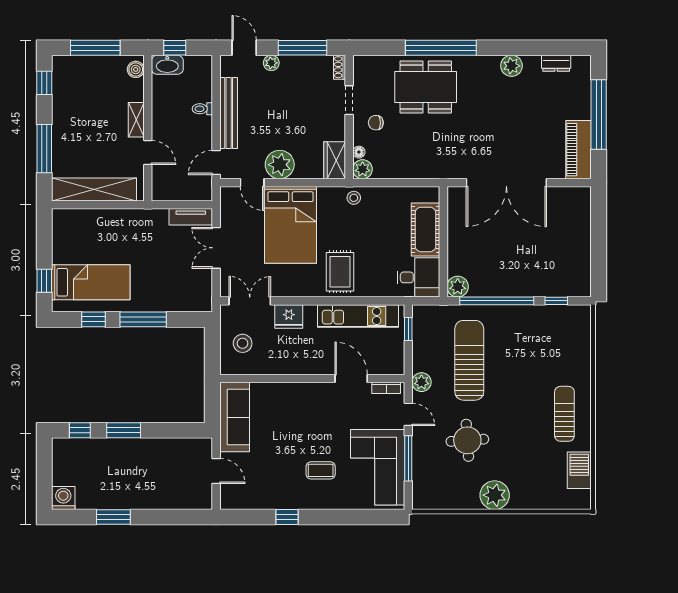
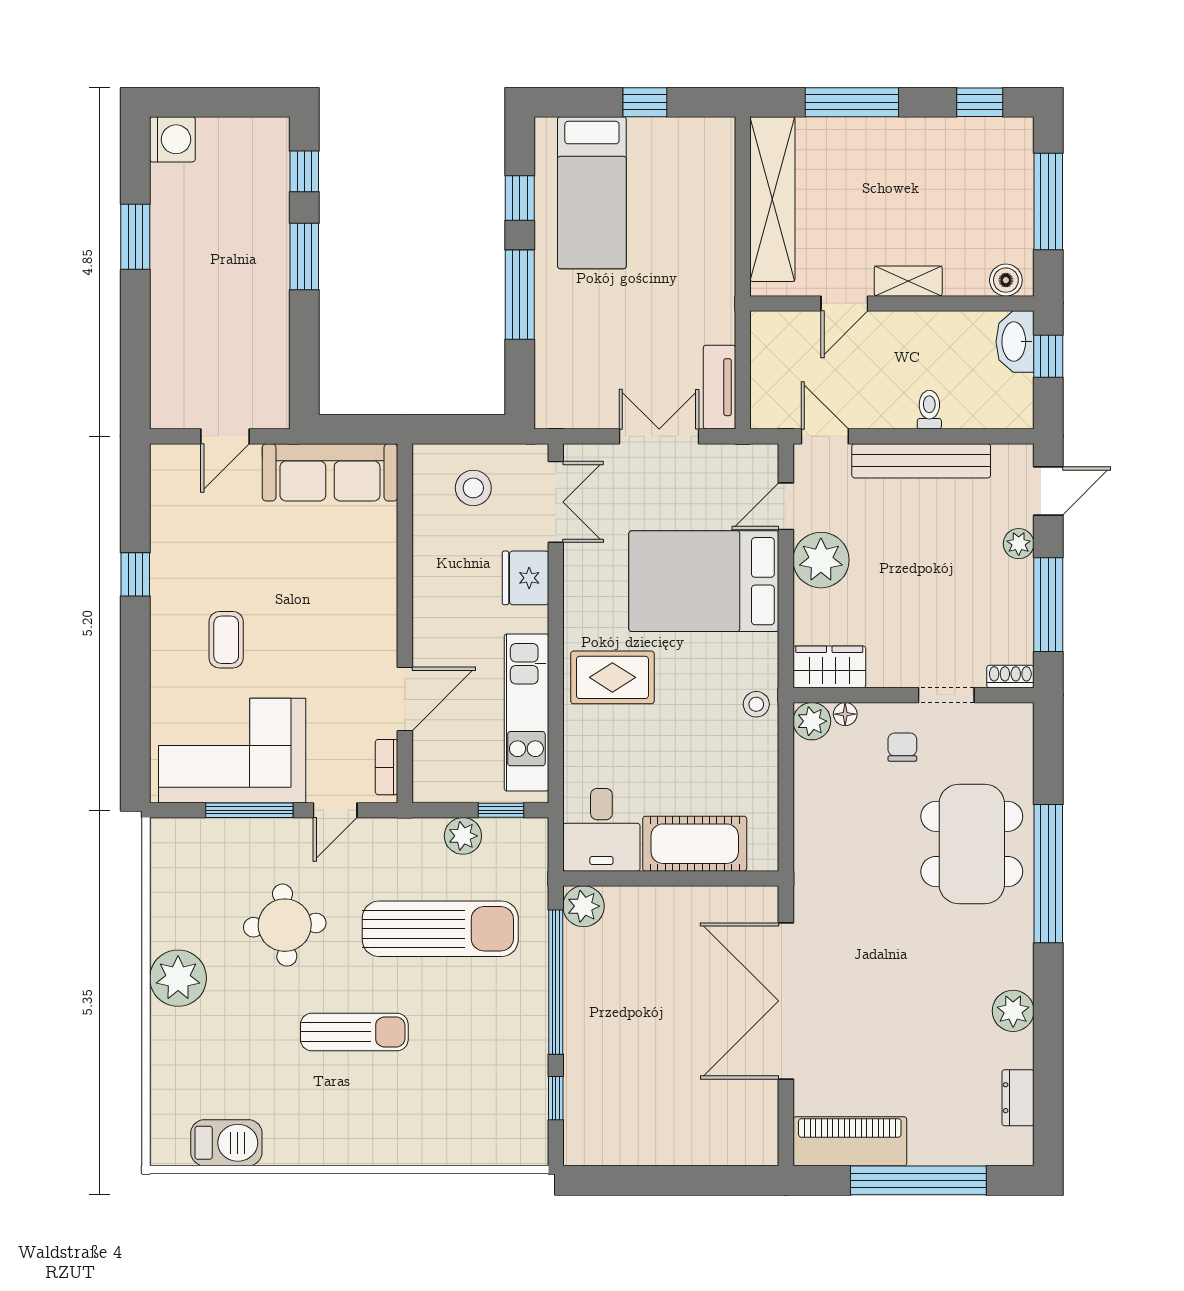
window: (44, 281) -> (645, 102), moved
plant: (421, 382) -> (463, 836), moved
sun lounger: (564, 414) -> (354, 1032), moved

